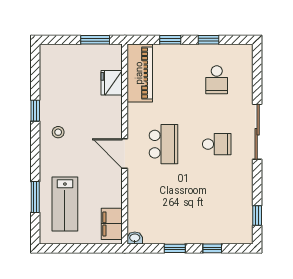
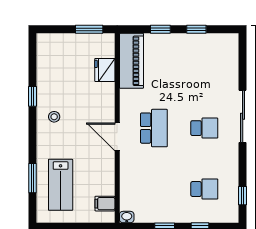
school desk: (217, 80) -> (204, 189), moved, turned -90
filing cabinet: (112, 224) -> (105, 204), width x0.50

